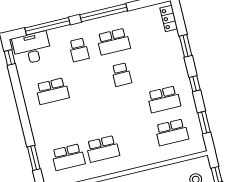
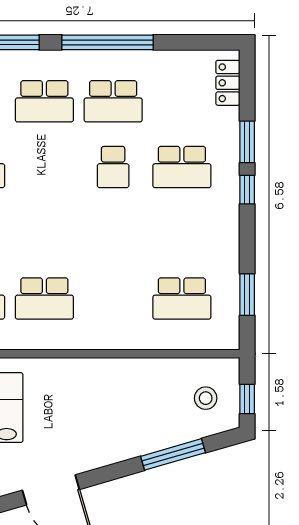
school desk: (79, 50) -> (44, 101), width x1.85
window: (195, 84) -> (247, 190), moved
school desk: (164, 99) -> (182, 167), moved

